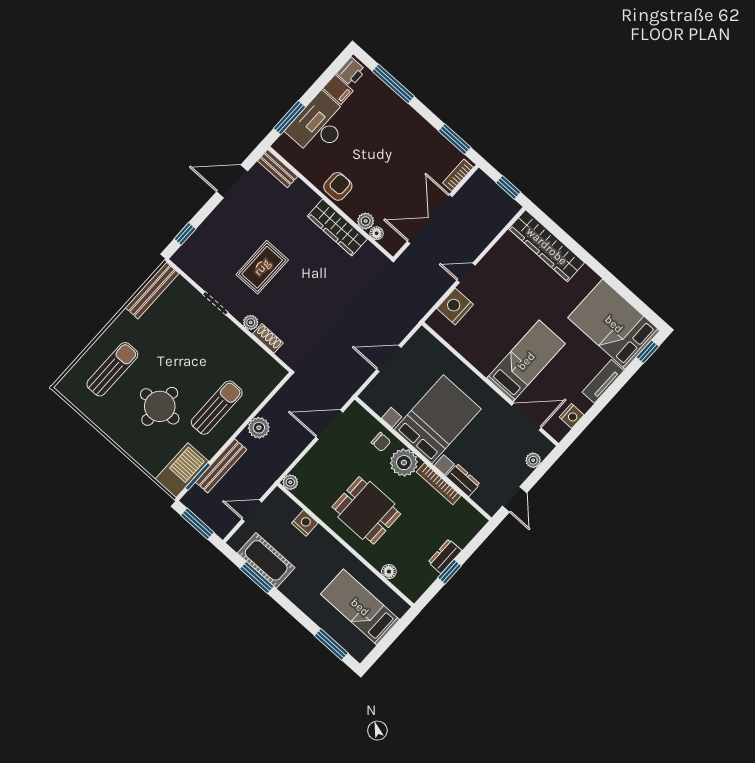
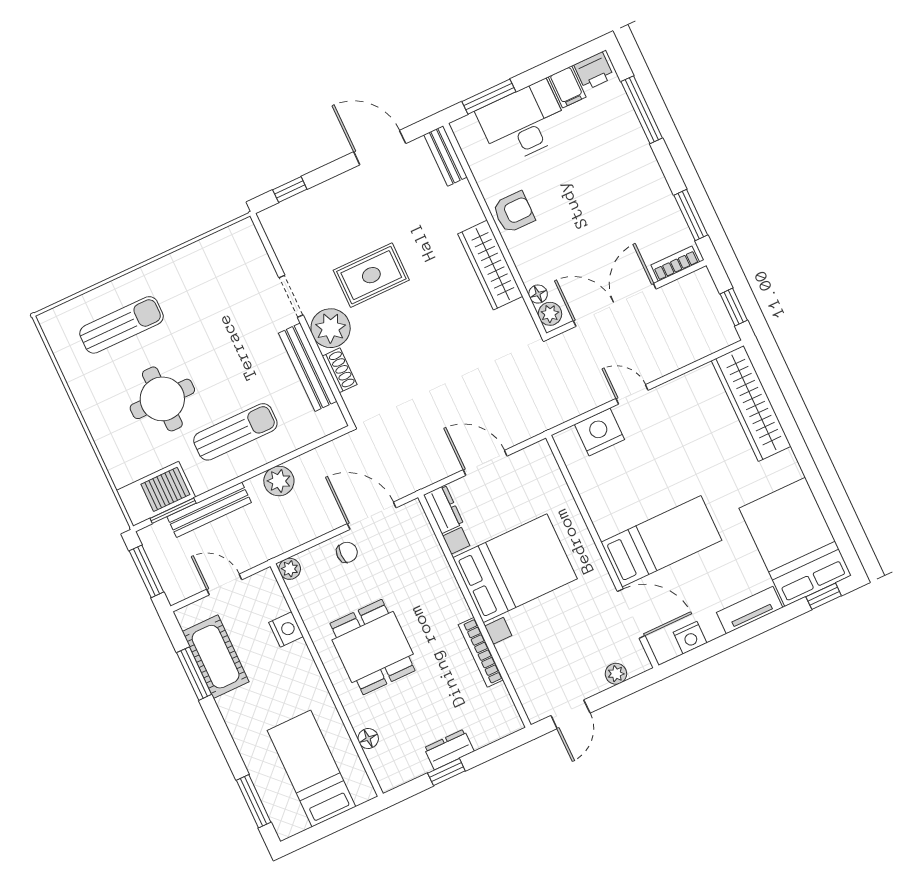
plant: (366, 221) -> (550, 314), moved
bench: (152, 290) -> (308, 367), moved, turned 90
plant: (251, 322) -> (331, 328), width x1.87, depth x1.87
chair: (381, 442) -> (347, 552), moved, turned -90
plant: (404, 463) -> (447, 606), removed
dresser: (463, 480) -> (443, 509), moved

